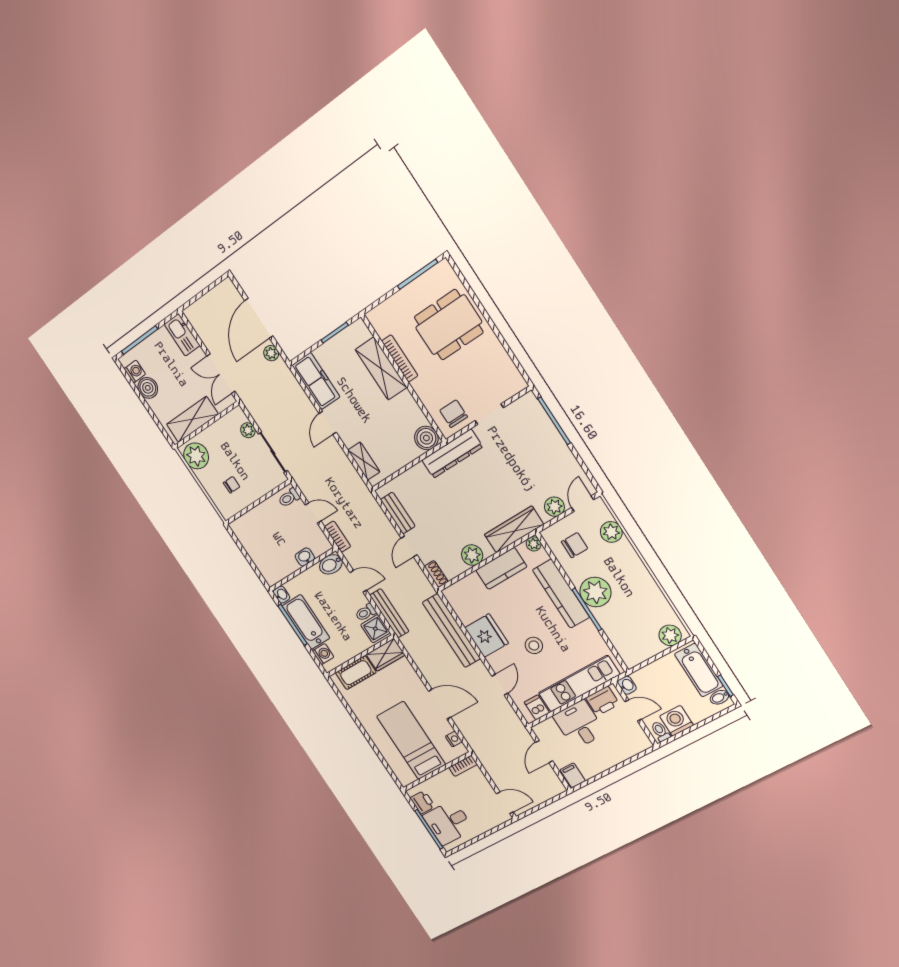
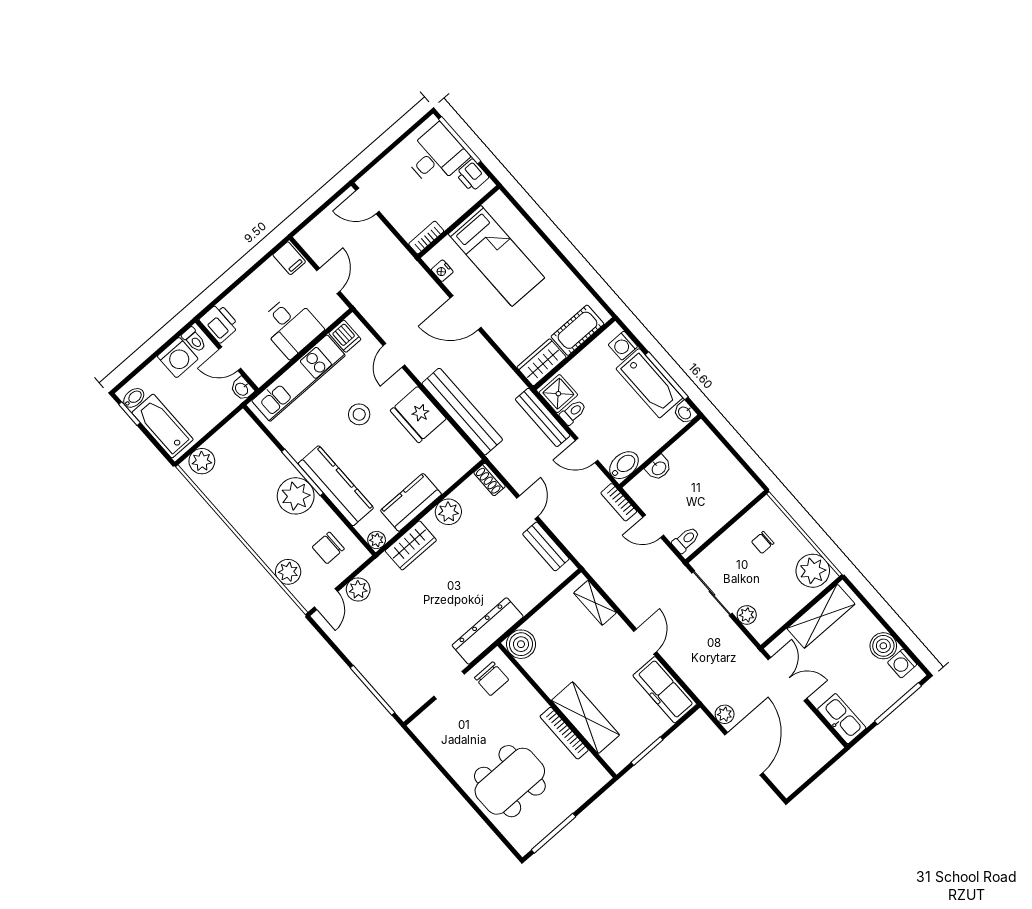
wardrobe: (514, 529) -> (411, 545), width x0.67
printer: (603, 701) -> (219, 323), moved, turned 90

